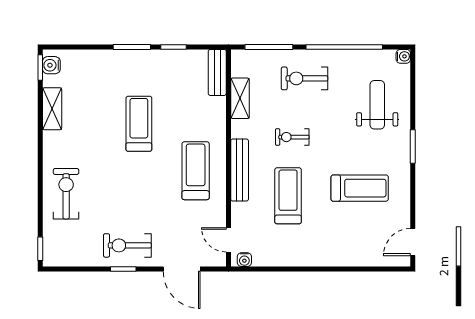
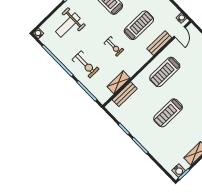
bench: (217, 72) -> (125, 94), moved
bench: (240, 170) -> (159, 43), moved, width x0.73
treadmill: (288, 196) -> (139, 25), turned 180

